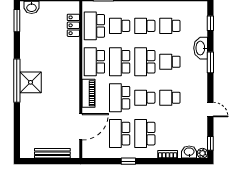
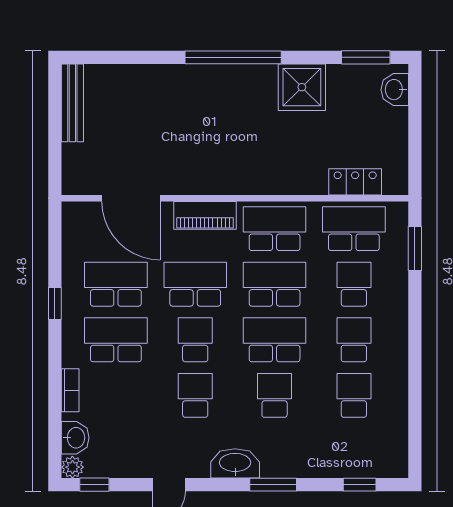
washbasin: (201, 48) -> (235, 463), moved
shower: (30, 82) -> (302, 87), moved
bench: (52, 153) -> (72, 103), moved

